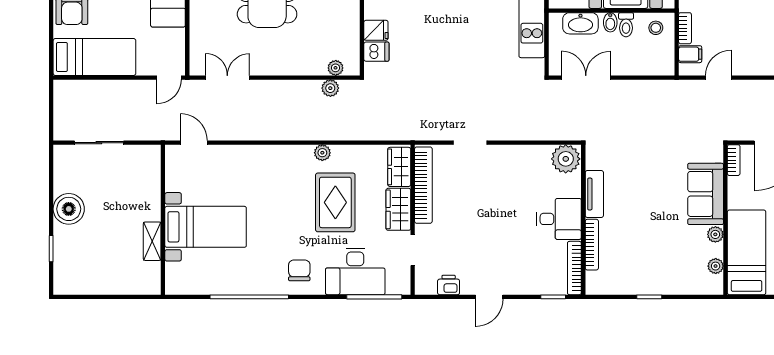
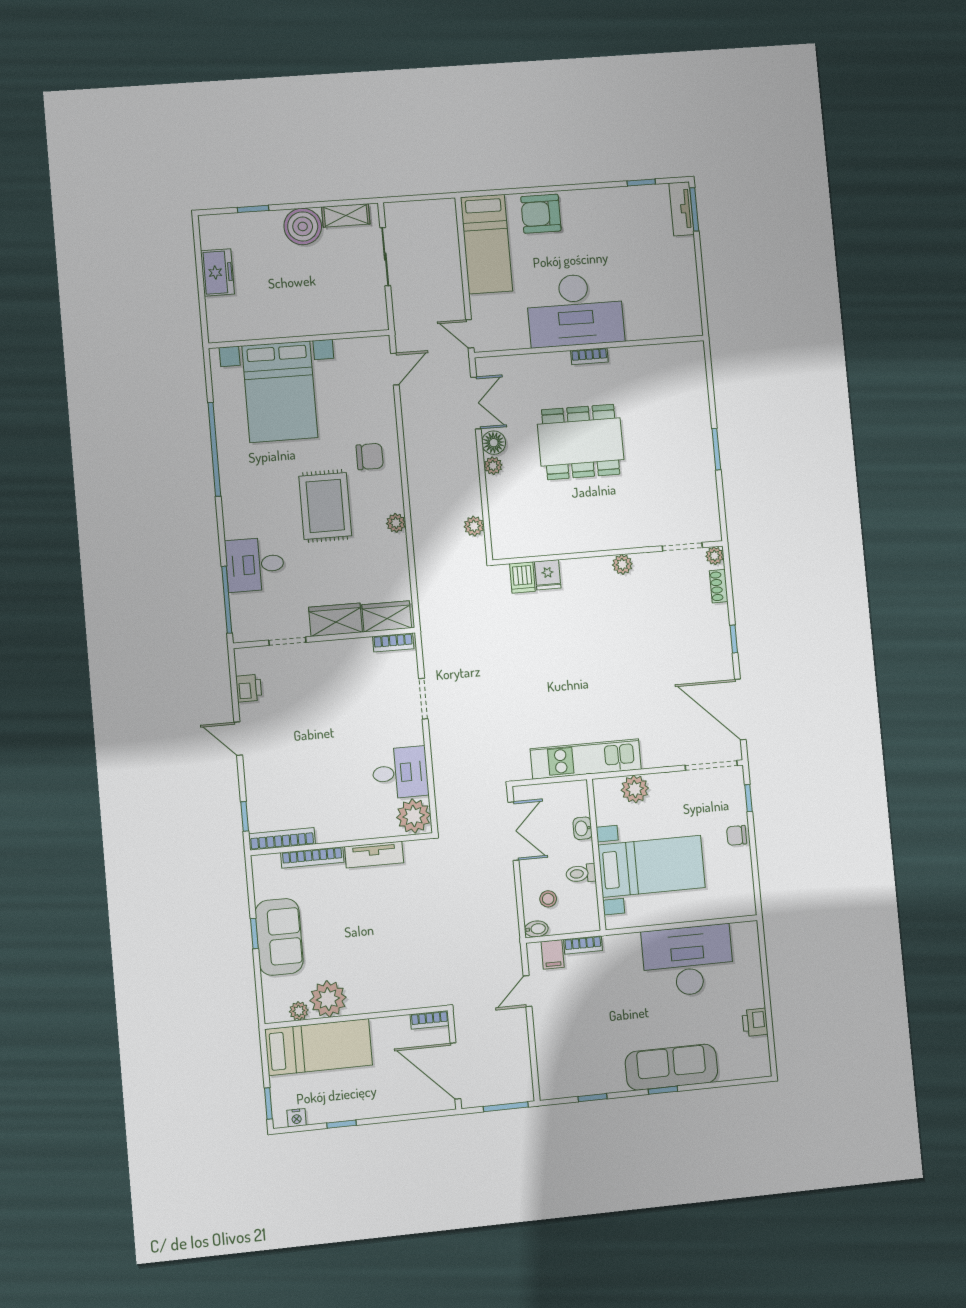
bidet: (610, 22) -> (536, 929), moved, turned 180
washbasin: (580, 23) -> (583, 828), width x0.52, depth x0.69
stool: (656, 28) -> (548, 899), moved
floor lamp: (262, 66) -> (494, 443), added
plant: (336, 68) -> (493, 466), moved
door: (718, 78) -> (527, 991), swing flipped
bookcase: (423, 185) -> (393, 643), width x0.43, depth x0.76
sofa: (706, 194) -> (279, 937), moved, turned 90
rug: (335, 202) -> (325, 506), moved, turned 90
desk: (559, 219) -> (400, 773), moved, turned -90
bed with nightstands: (206, 227) -> (280, 392), width x1.36
plant: (715, 234) -> (328, 999), width x1.88, depth x1.88
shelving: (152, 241) -> (346, 215), moved
chair: (299, 270) -> (370, 457), moved
desk: (355, 272) -> (255, 564), width x0.73
freezer: (102, 282) -> (217, 272), added

